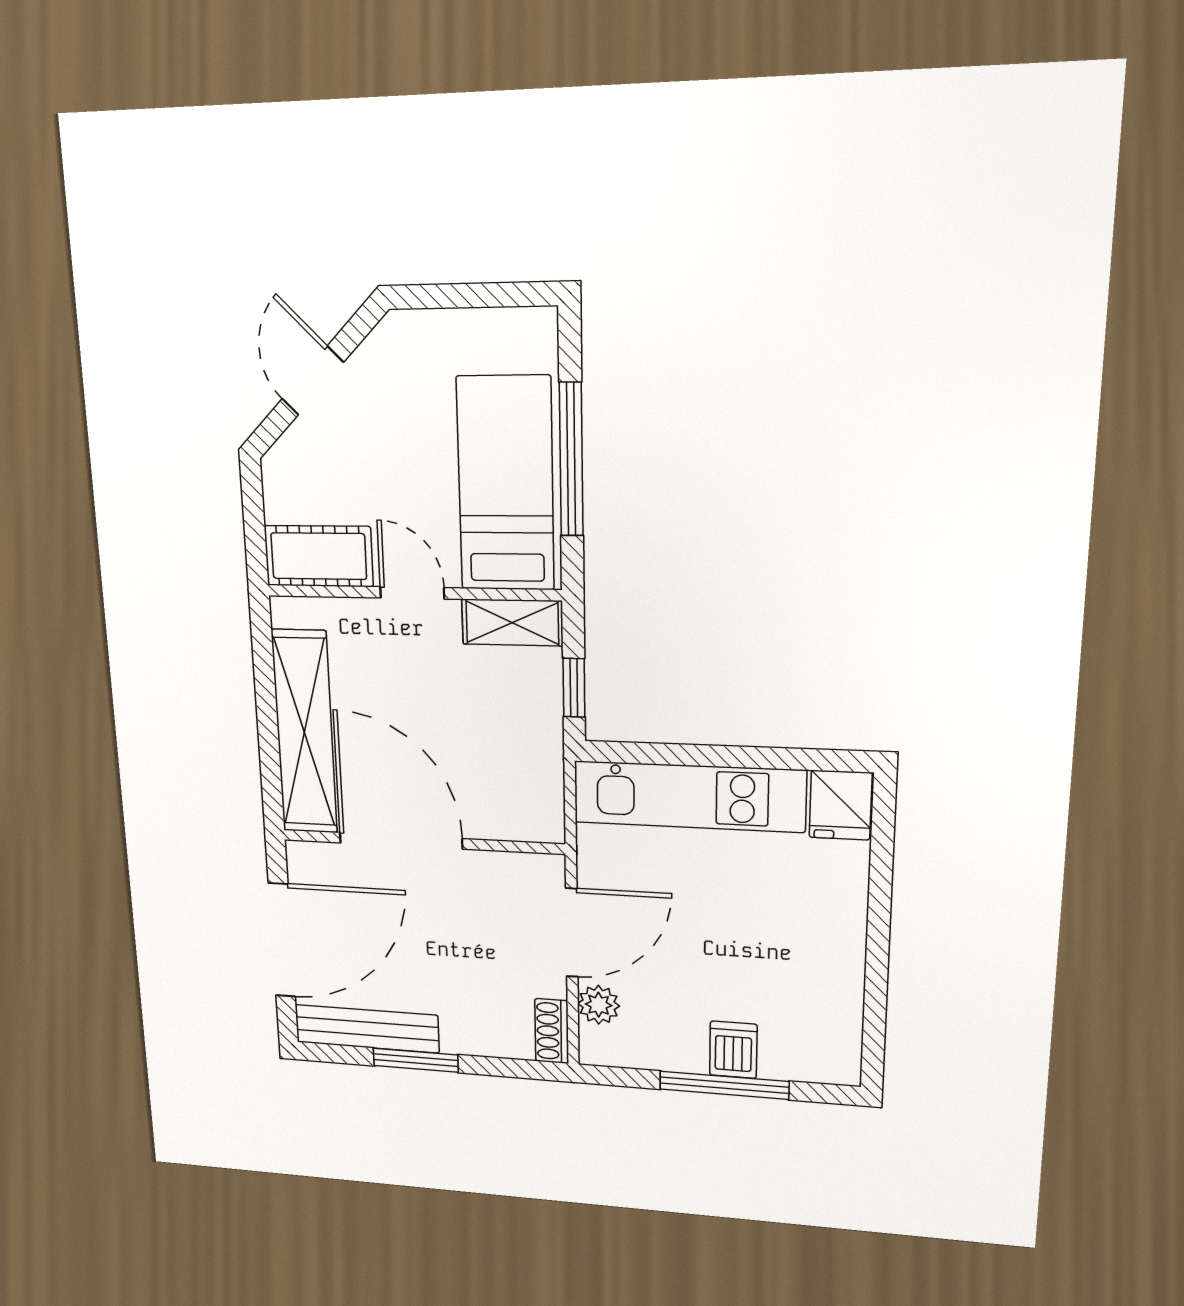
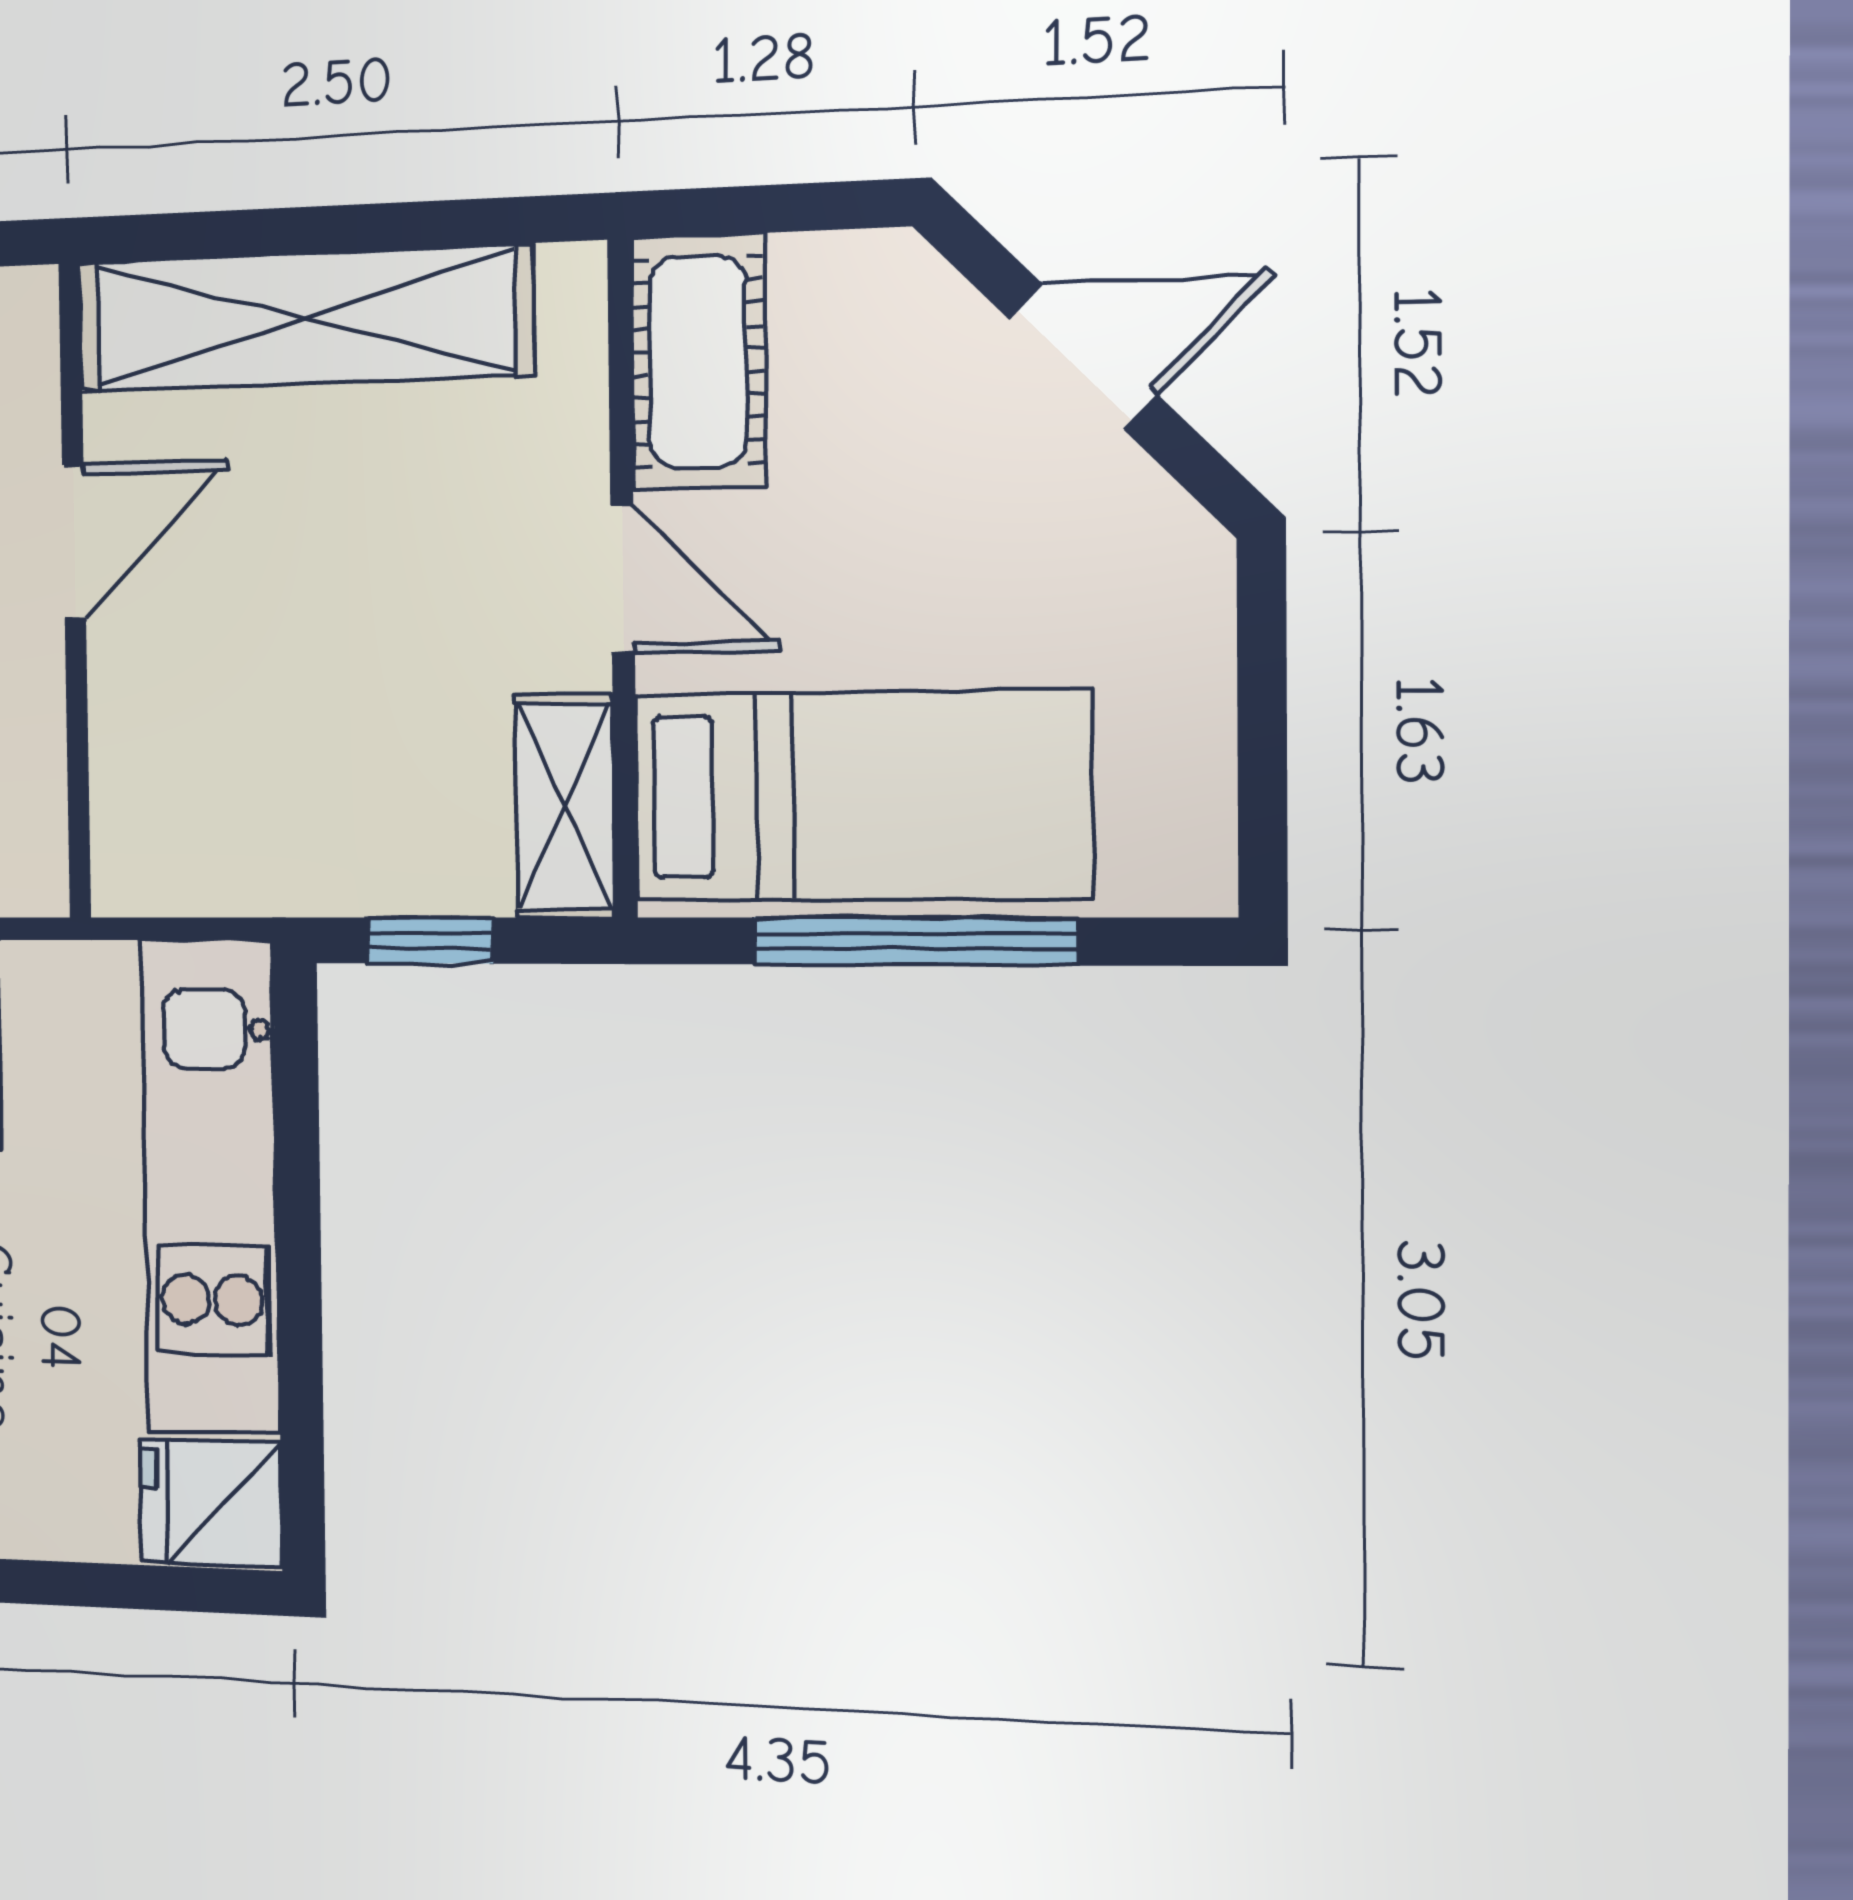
door: (412, 593) -> (623, 579), hinge flipped
door: (401, 841) -> (74, 542), width x0.53

